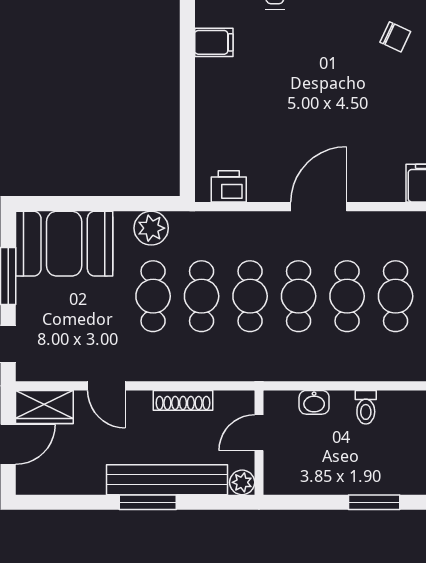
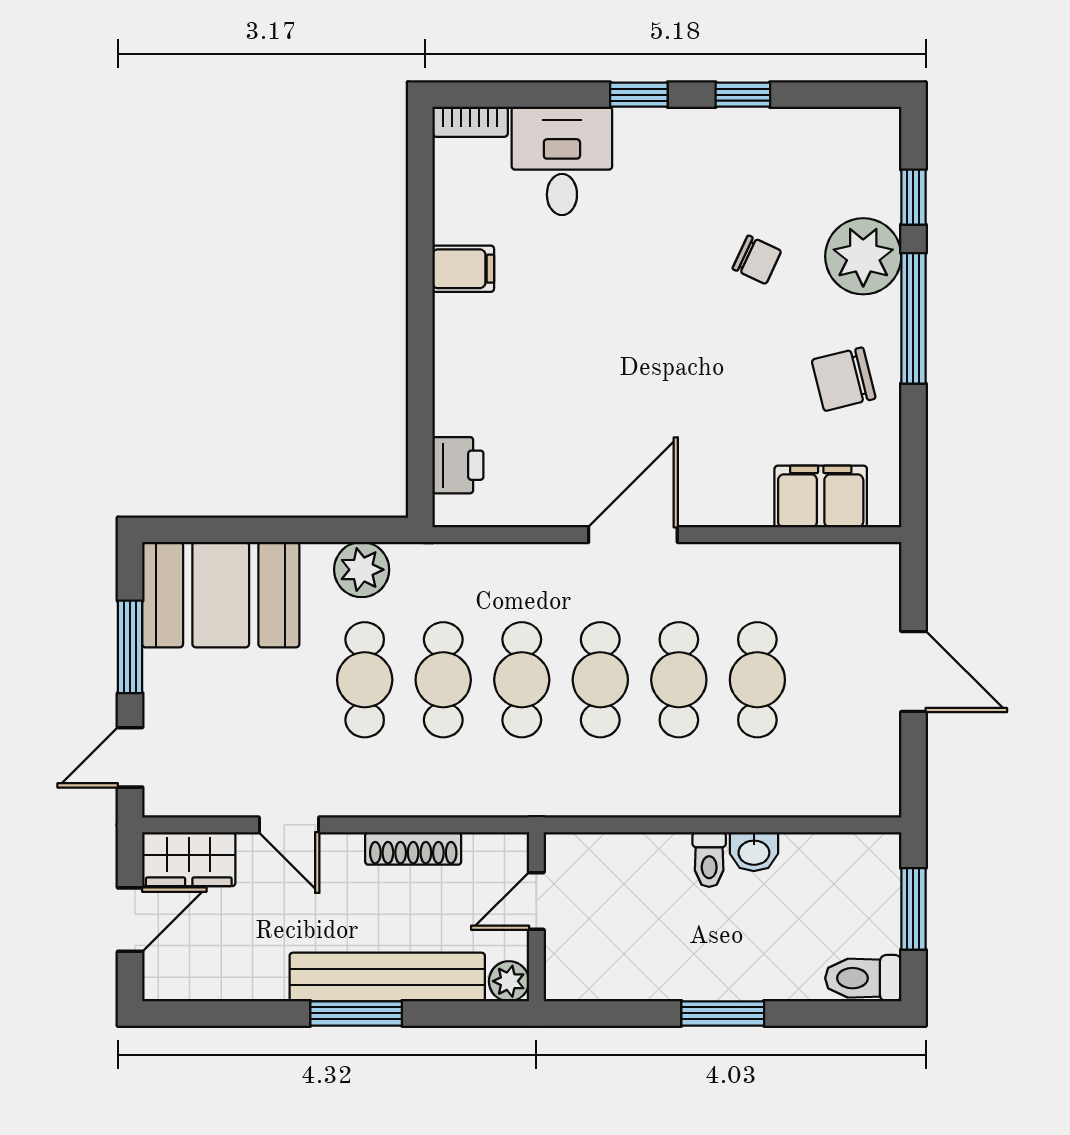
printer: (229, 186) -> (458, 465), moved, turned 90
washbasin: (314, 402) -> (754, 852), moved

